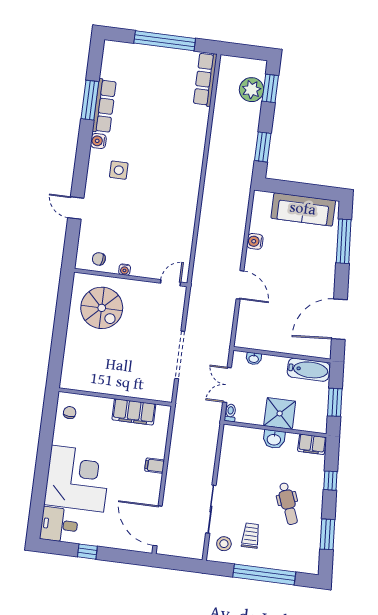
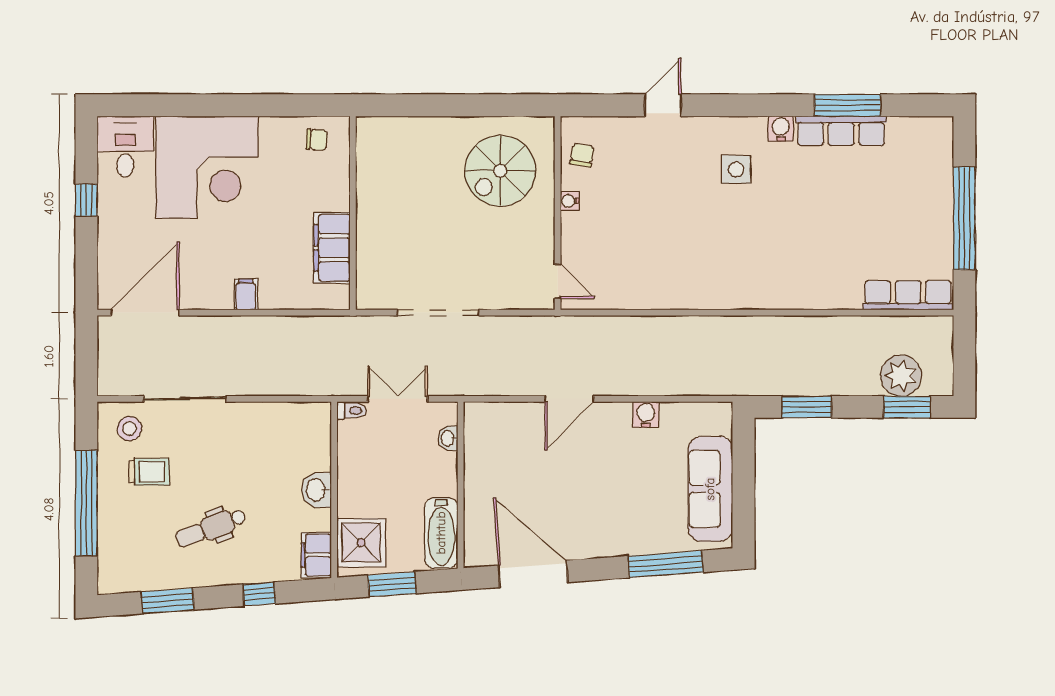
shower: (280, 413) -> (361, 543), moved

